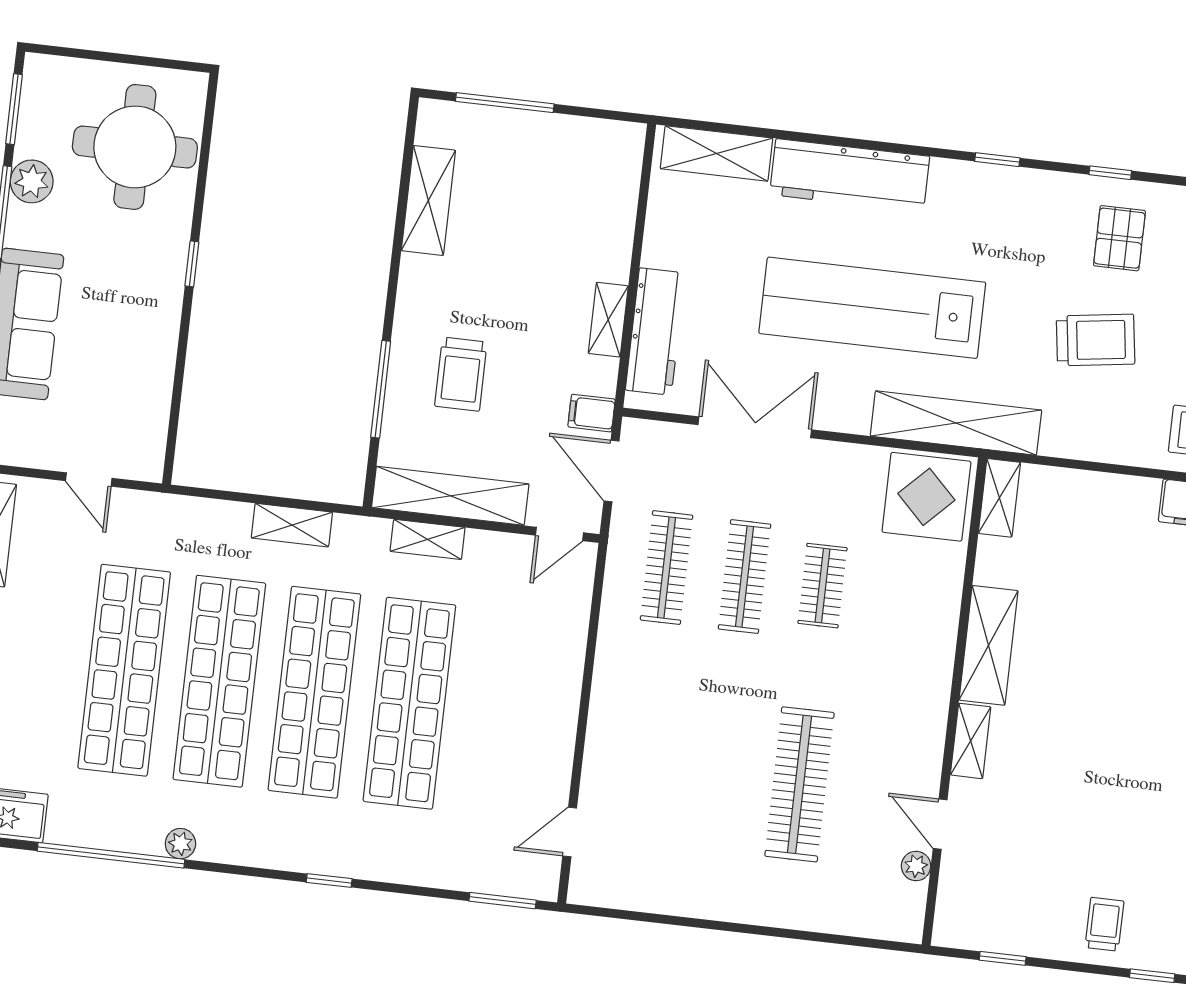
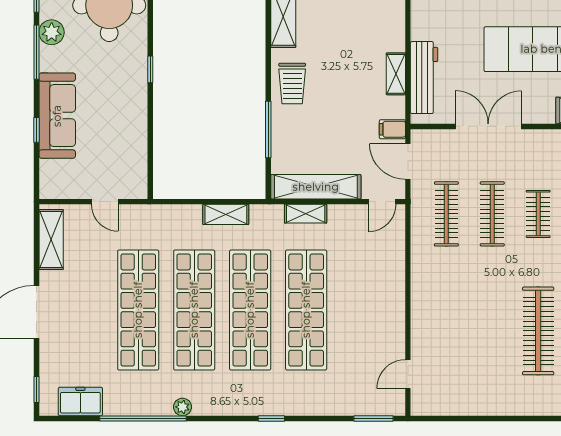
trolley: (461, 374) -> (292, 84), moved

